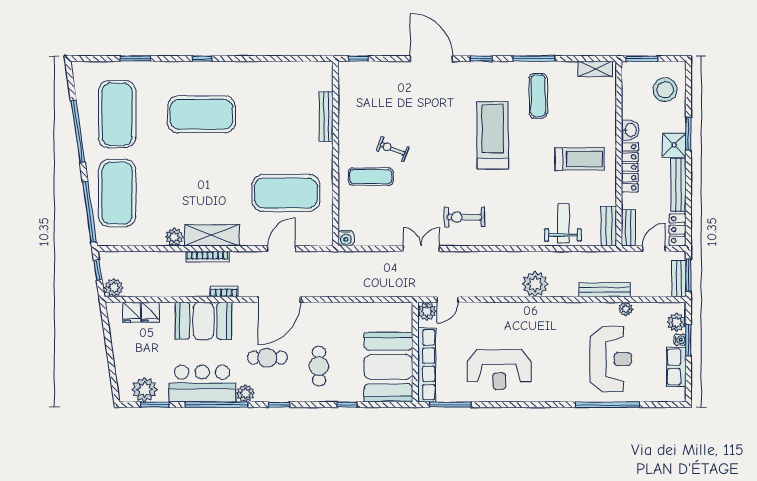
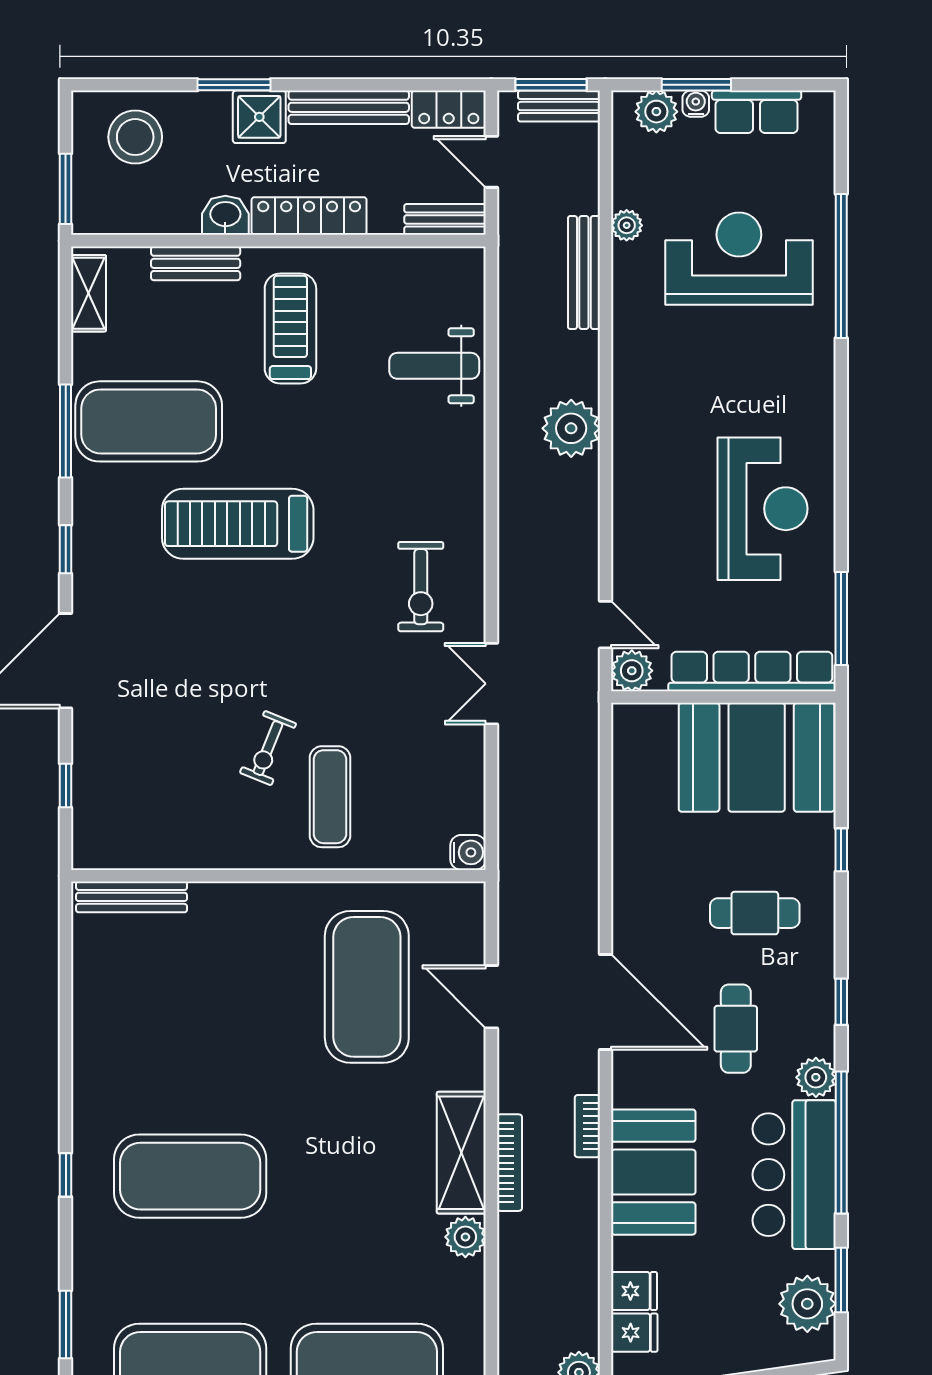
window: (358, 59) -> (66, 785), moved
exercise mat: (538, 96) -> (149, 421), width x2.00, depth x1.45
exercise mat: (202, 114) -> (190, 1176), turned 90
bench: (326, 116) -> (132, 897), moved
bench: (609, 226) -> (196, 263), moved

